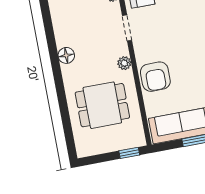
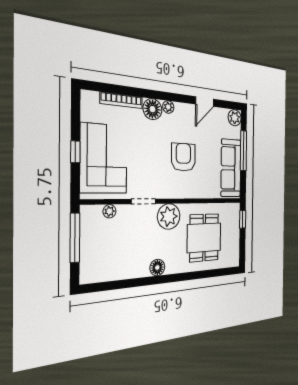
plant: (124, 63) -> (169, 216), width x1.87, depth x1.87
armchair: (155, 77) -> (183, 157), moved, turned -90

